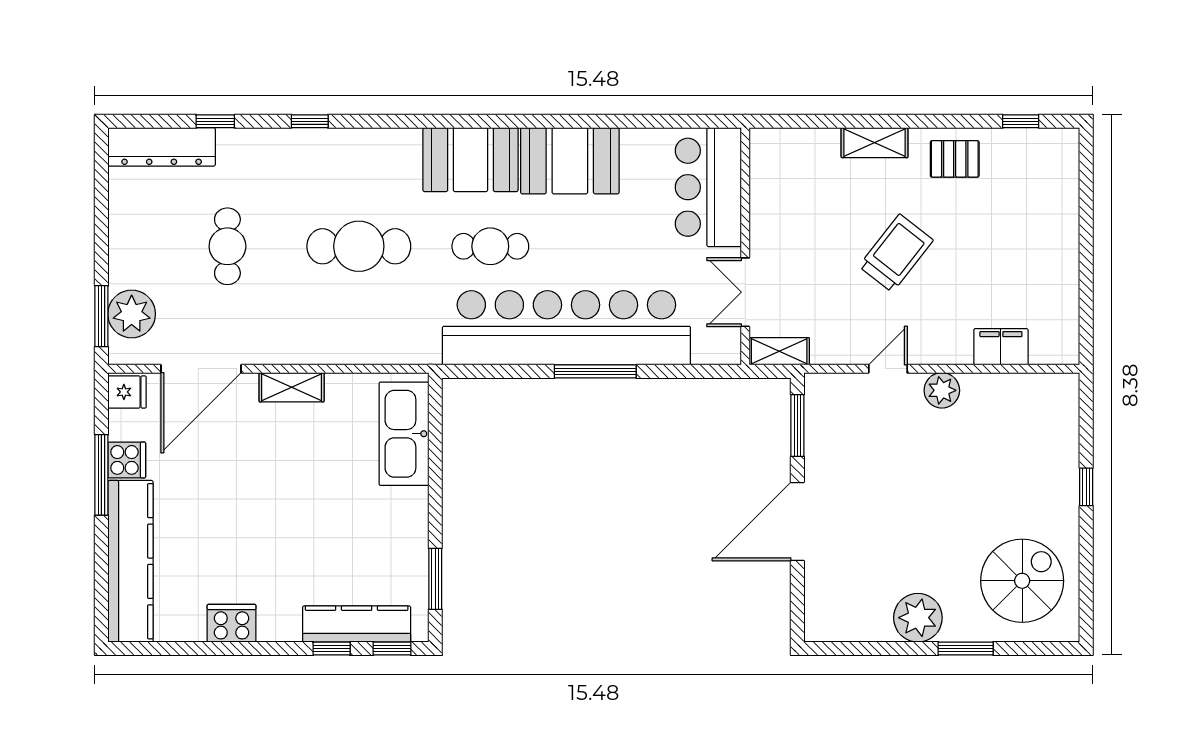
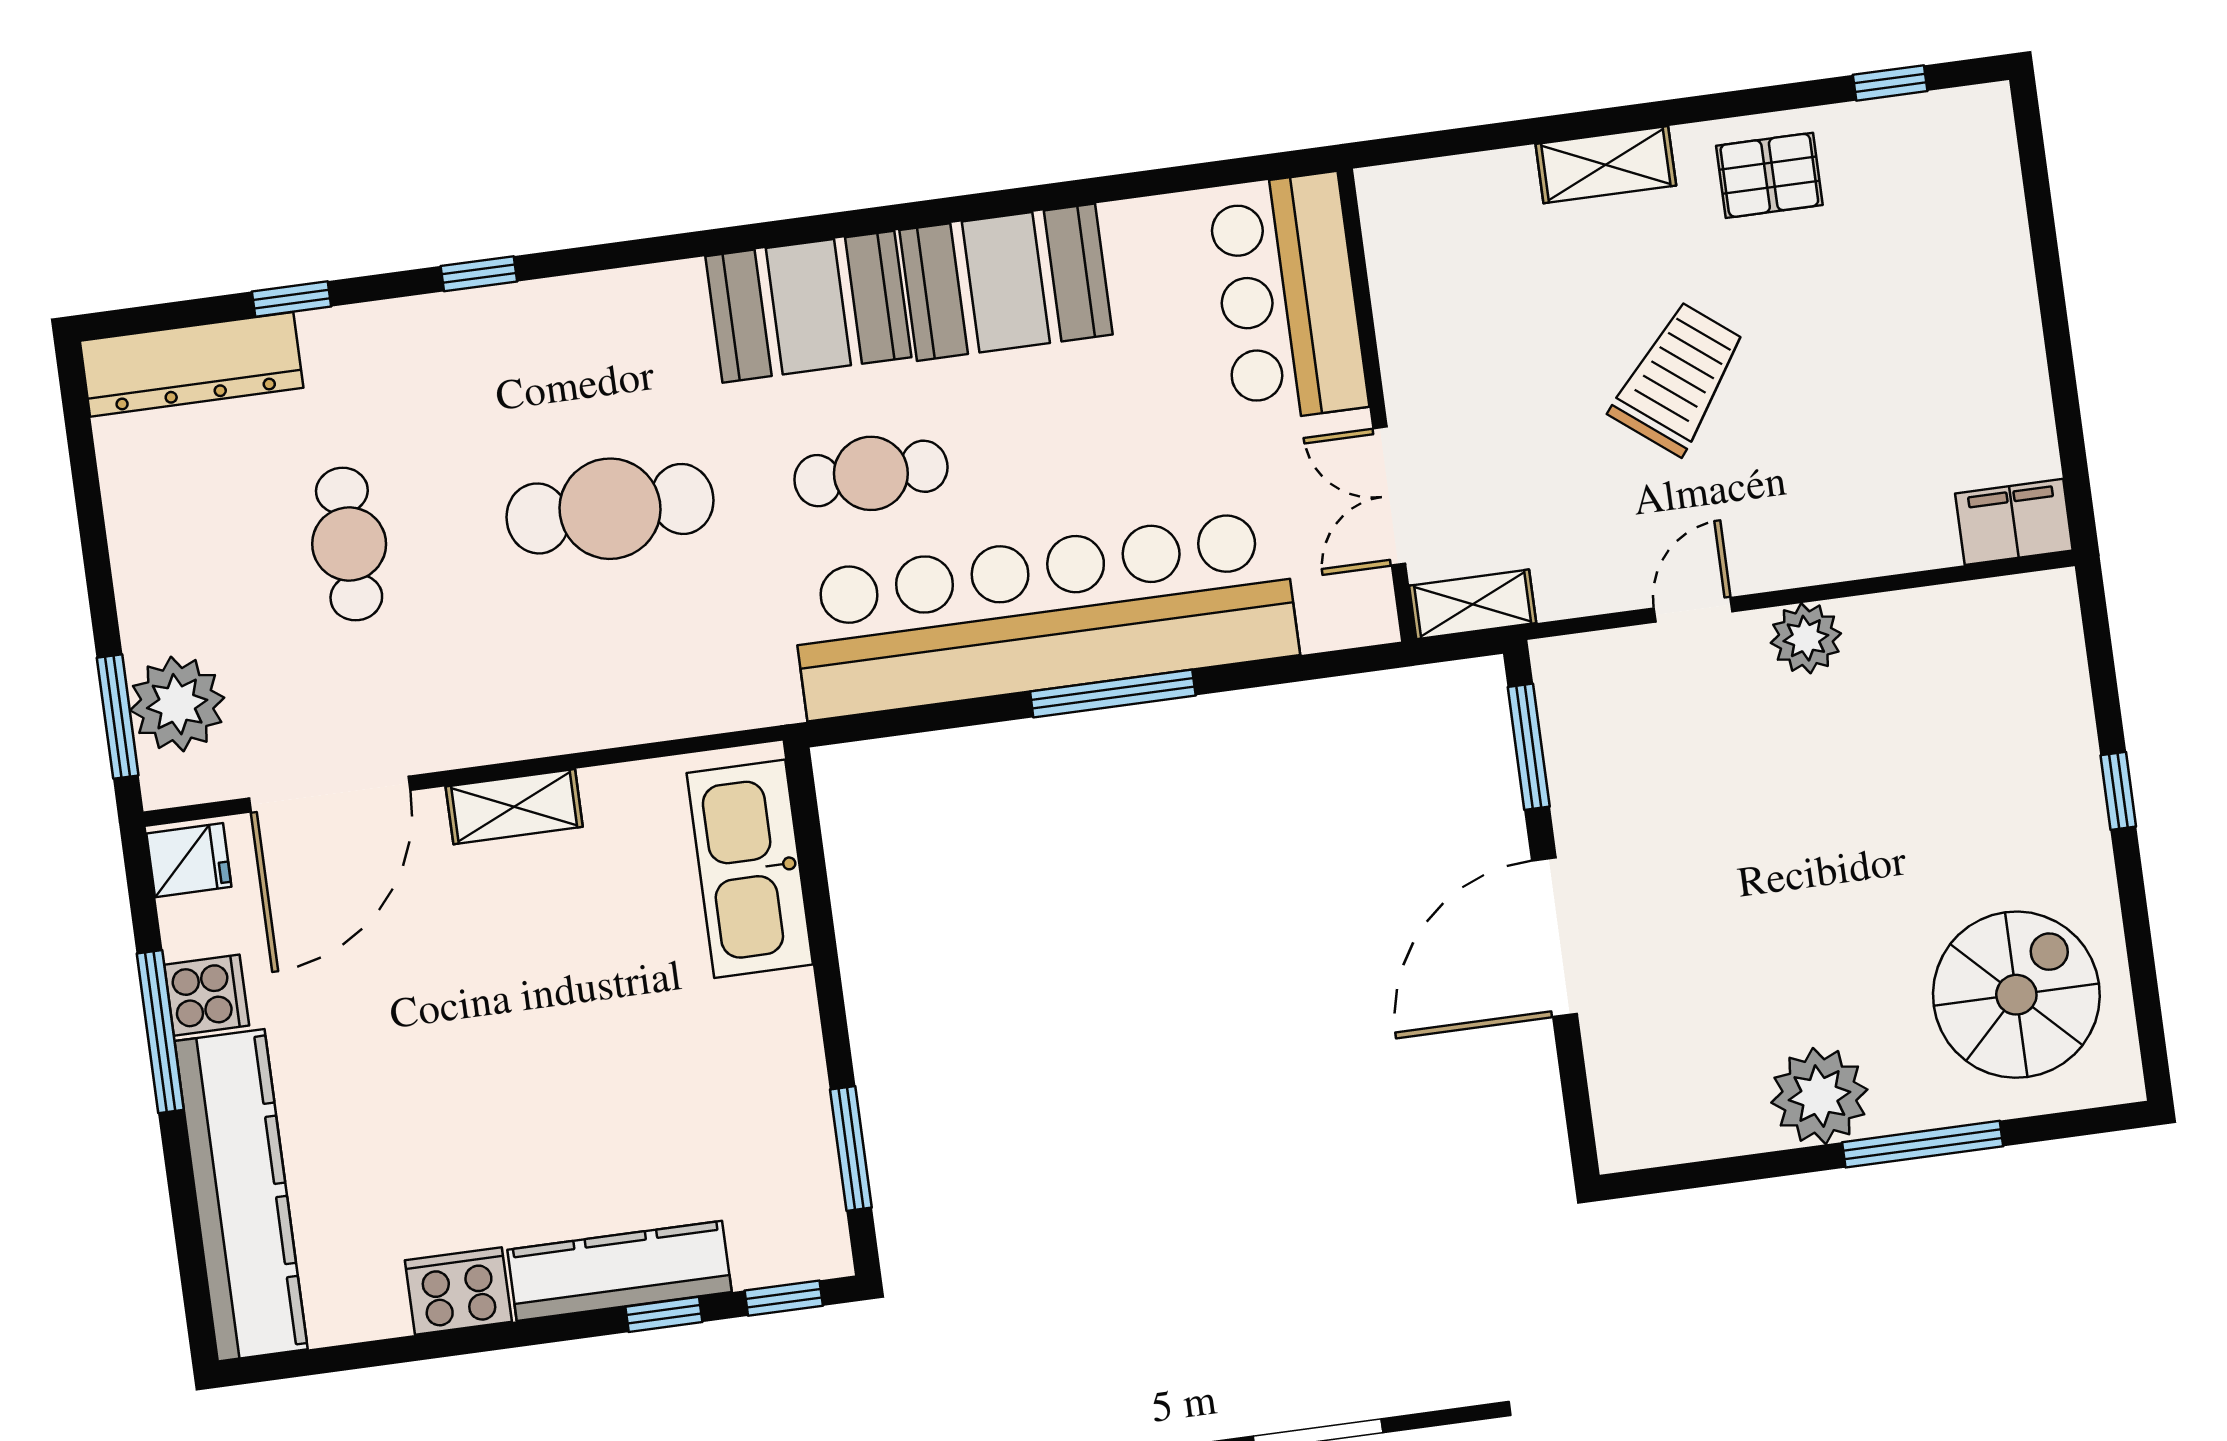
filing cabinet: (1001, 347) -> (2014, 522), moved
kitchen counter: (357, 624) -> (619, 1271), moved
window: (966, 648) -> (1923, 1144), width x1.44

